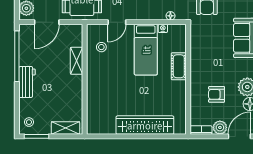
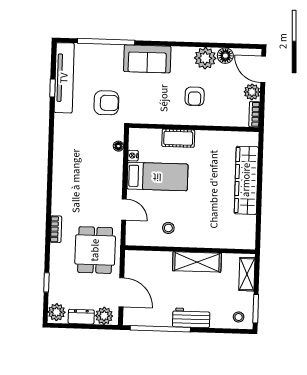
stool: (101, 47) -> (168, 228), moved
shelving: (77, 61) -> (197, 262), moved, width x1.50, depth x1.33
armchair: (217, 94) -> (195, 96), moved

